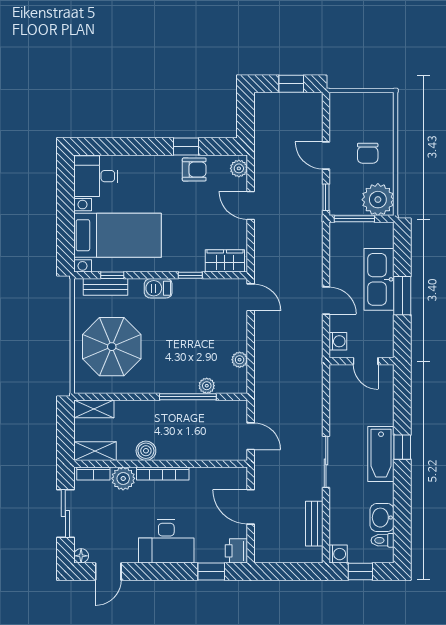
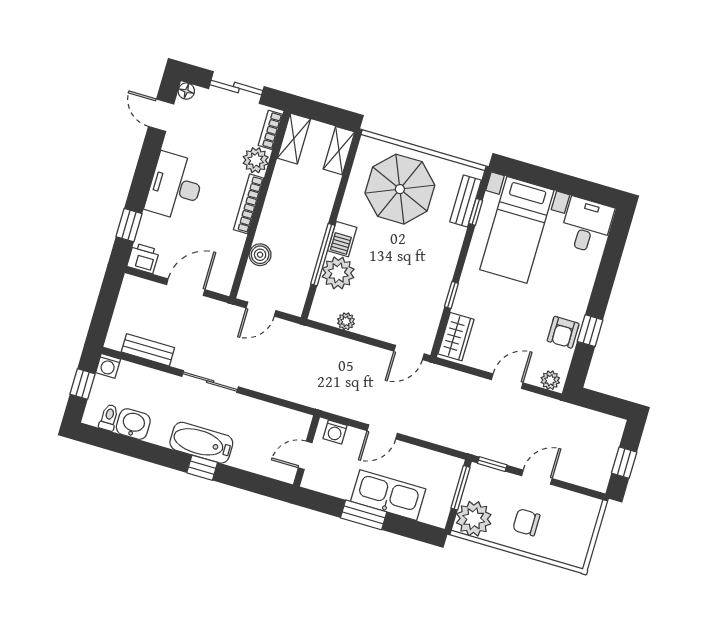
barbecue: (158, 288) -> (342, 239), moved, turned 180
plant: (207, 386) -> (338, 273), width x1.88, depth x1.88
boiler: (146, 451) -> (260, 255), moved

